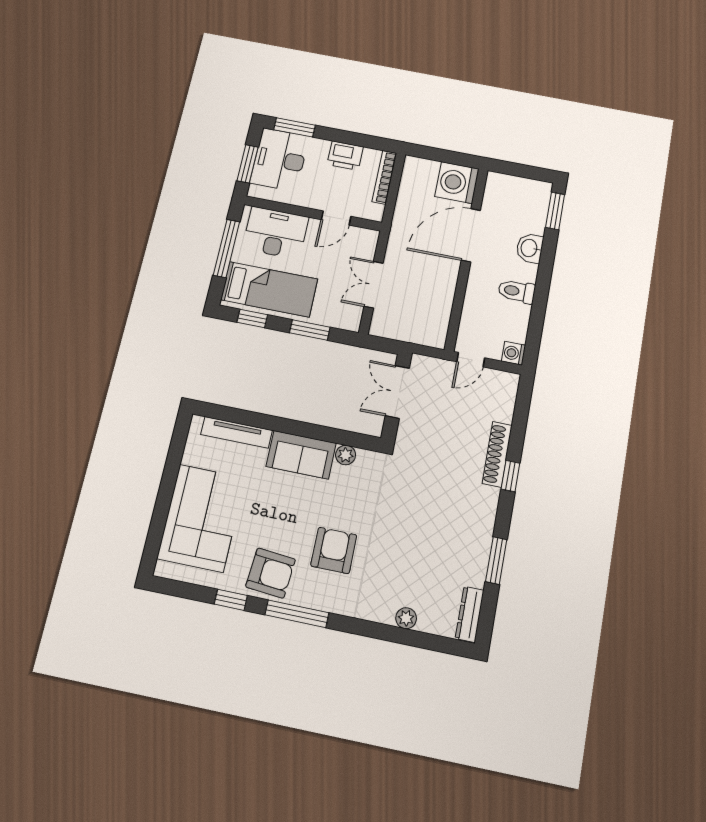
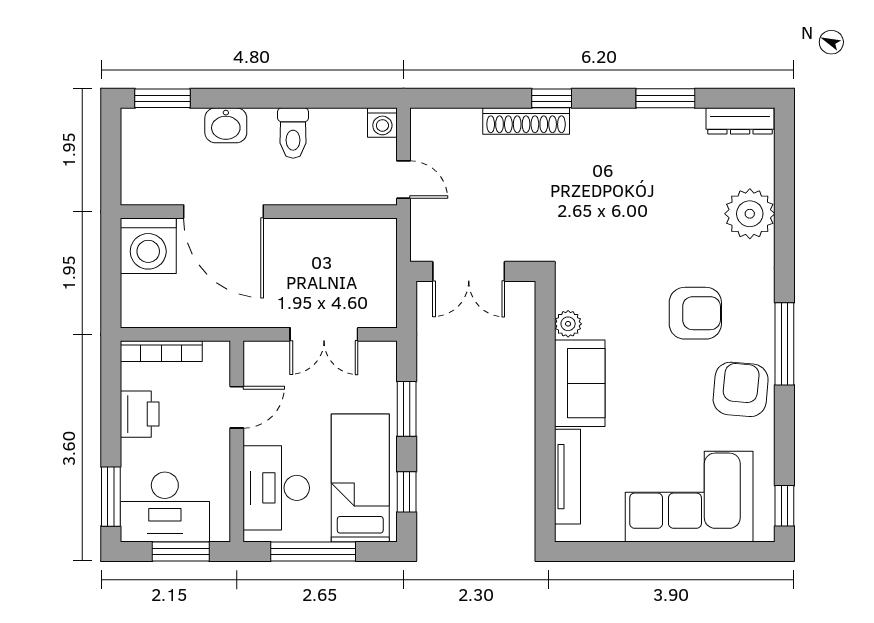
door: (336, 218) -> (237, 407), hinge flipped
armchair: (334, 550) -> (695, 313), turned 180
window: (231, 600) -> (784, 506), moved
plant: (406, 618) -> (750, 214), width x1.88, depth x1.88

